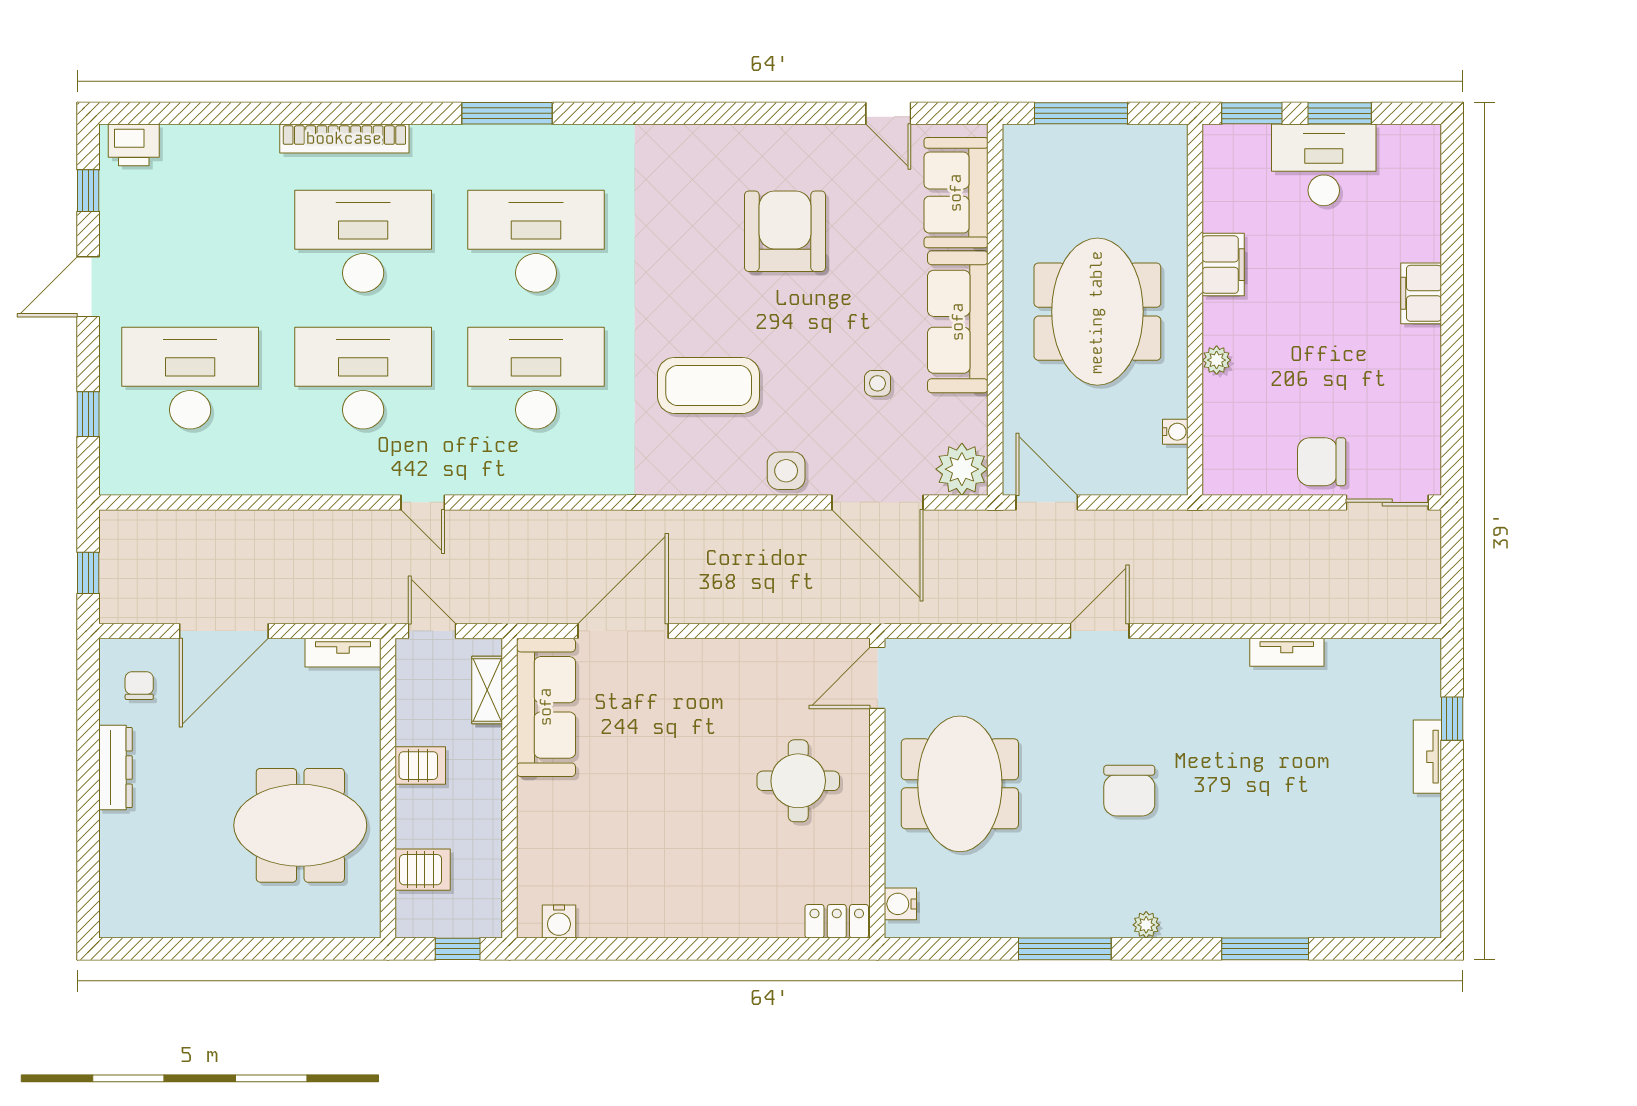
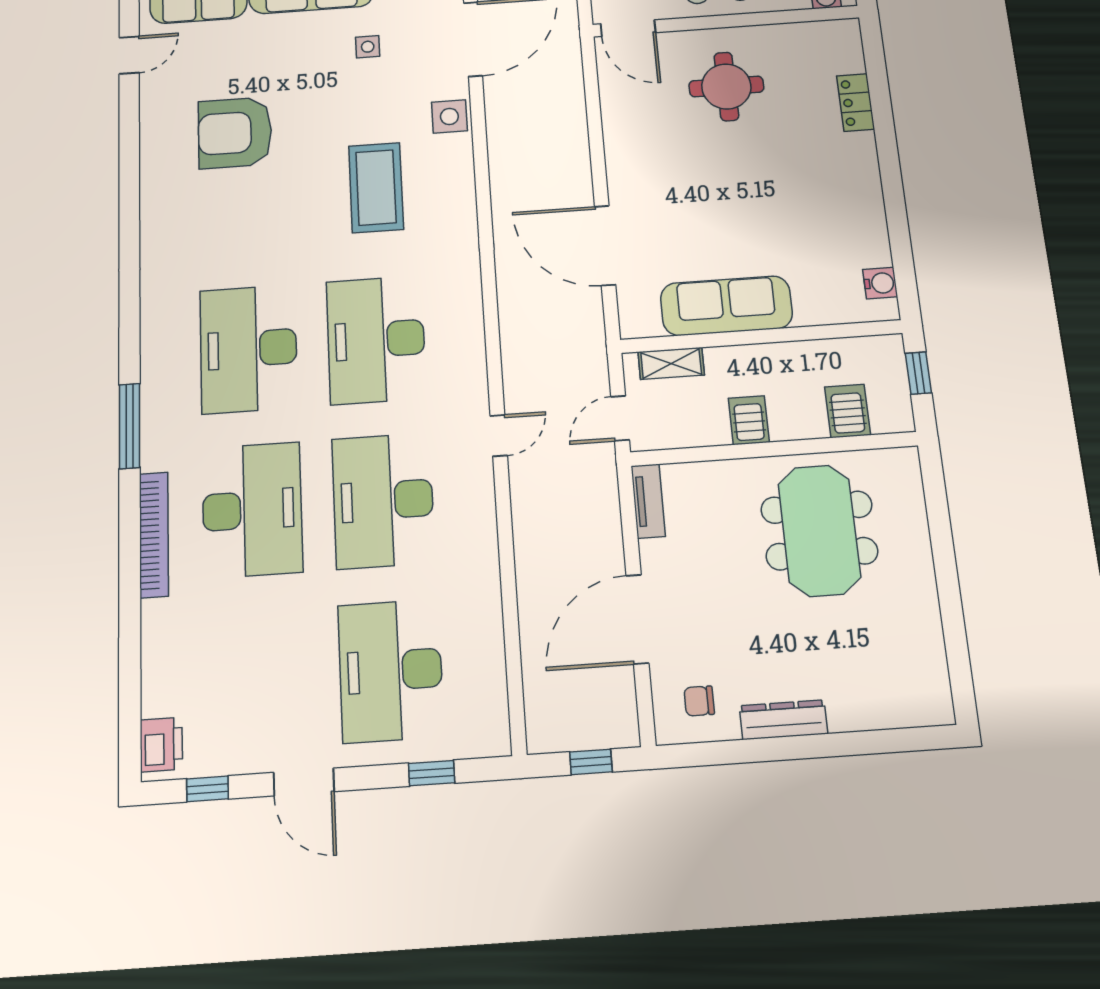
window: (507, 113) -> (130, 426), moved
desk: (363, 241) -> (252, 510), turned 180
door: (224, 631) -> (637, 619), swing flipped
sofa: (546, 707) -> (726, 306), moved
locker: (837, 921) -> (856, 103), moved

